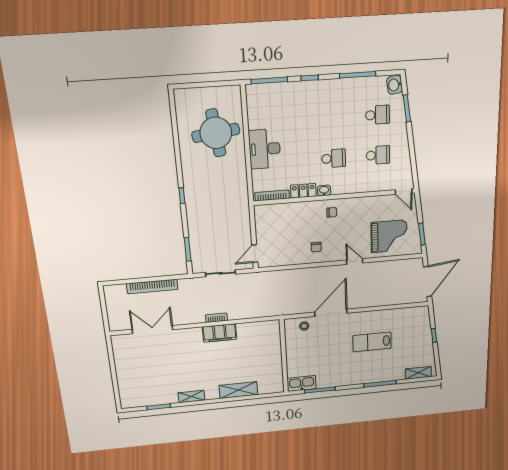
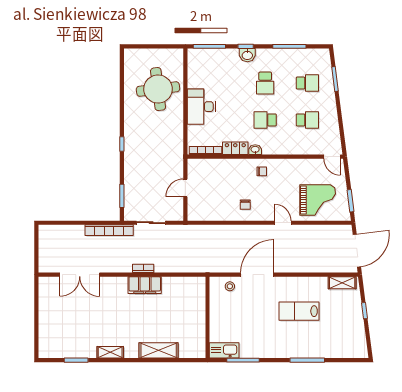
washbasin: (395, 85) -> (247, 55), moved, turned -83
school desk: (332, 118) -> (265, 83), added
school desk: (334, 158) -> (265, 120), turned 180
door: (255, 254) -> (185, 188), moved
bookcase: (152, 287) -> (109, 230), moved
double door: (152, 330) -> (80, 275), swing flipped
shelving: (418, 373) -> (342, 283), moved

